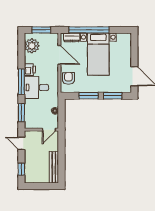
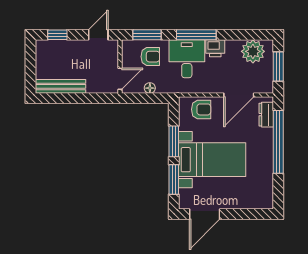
bed with nightstands: (98, 54) -> (212, 160), moved, turned 180
armchair: (35, 110) -> (150, 57), added
door: (49, 130) -> (120, 79), swing flipped

